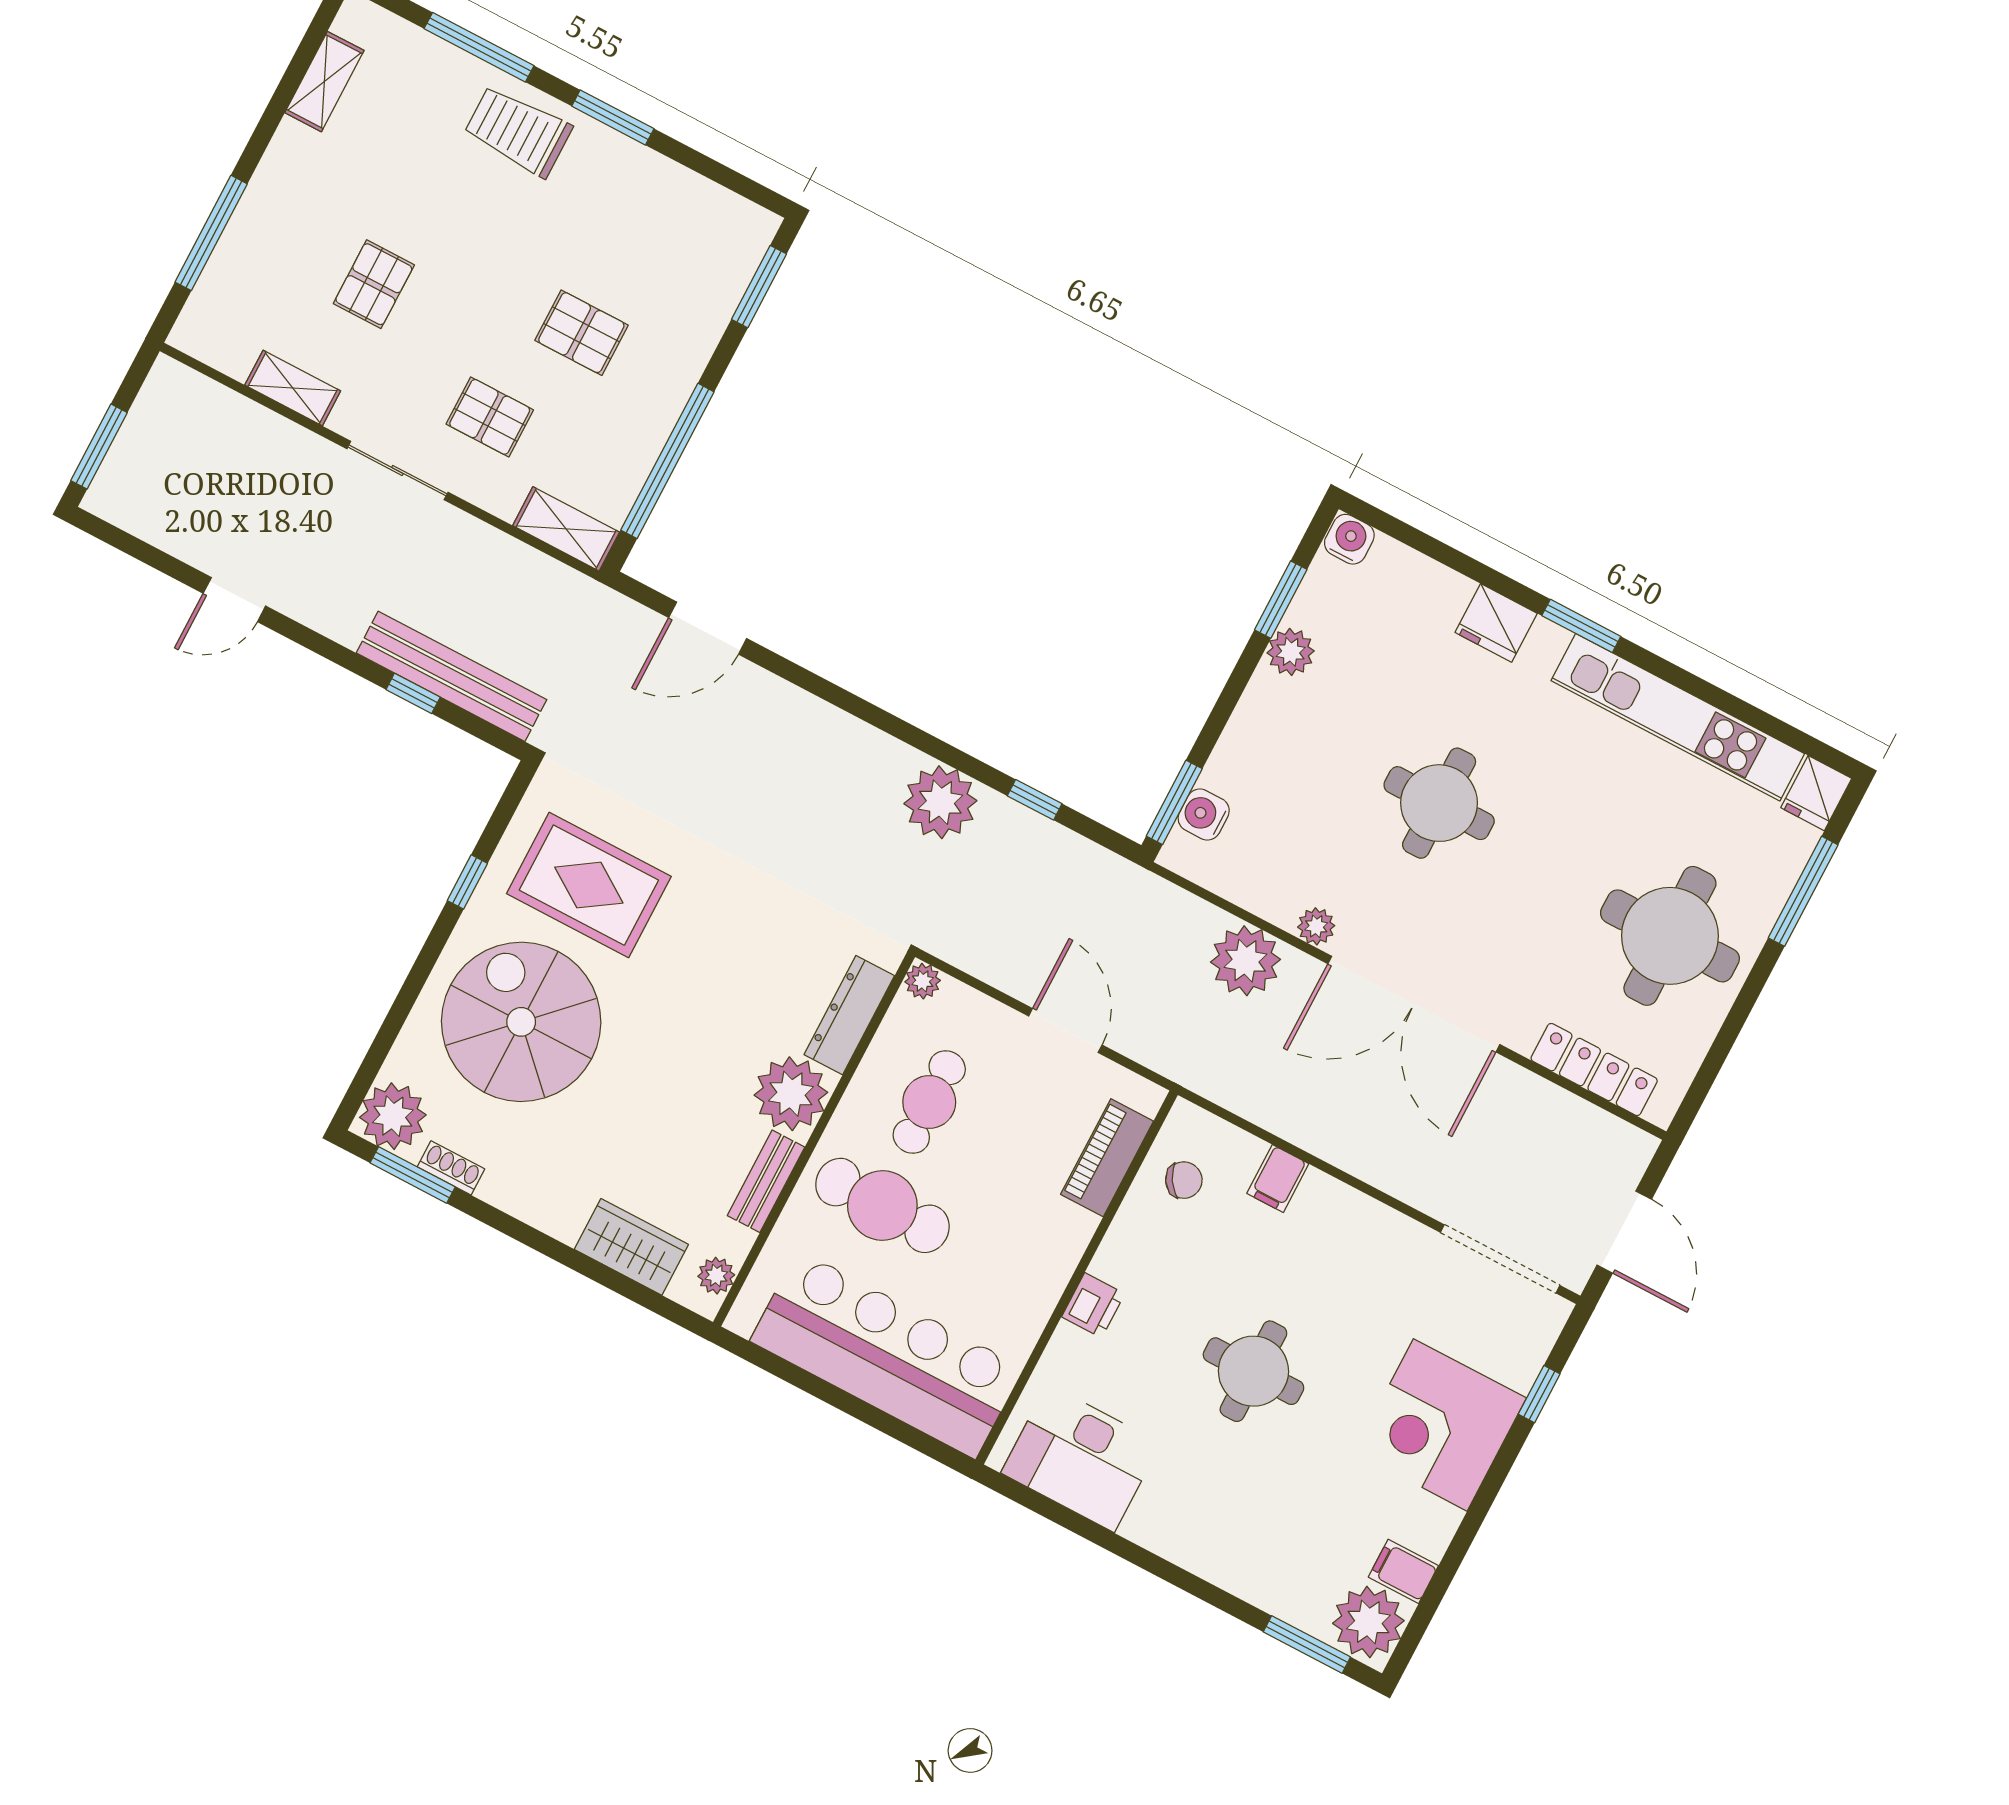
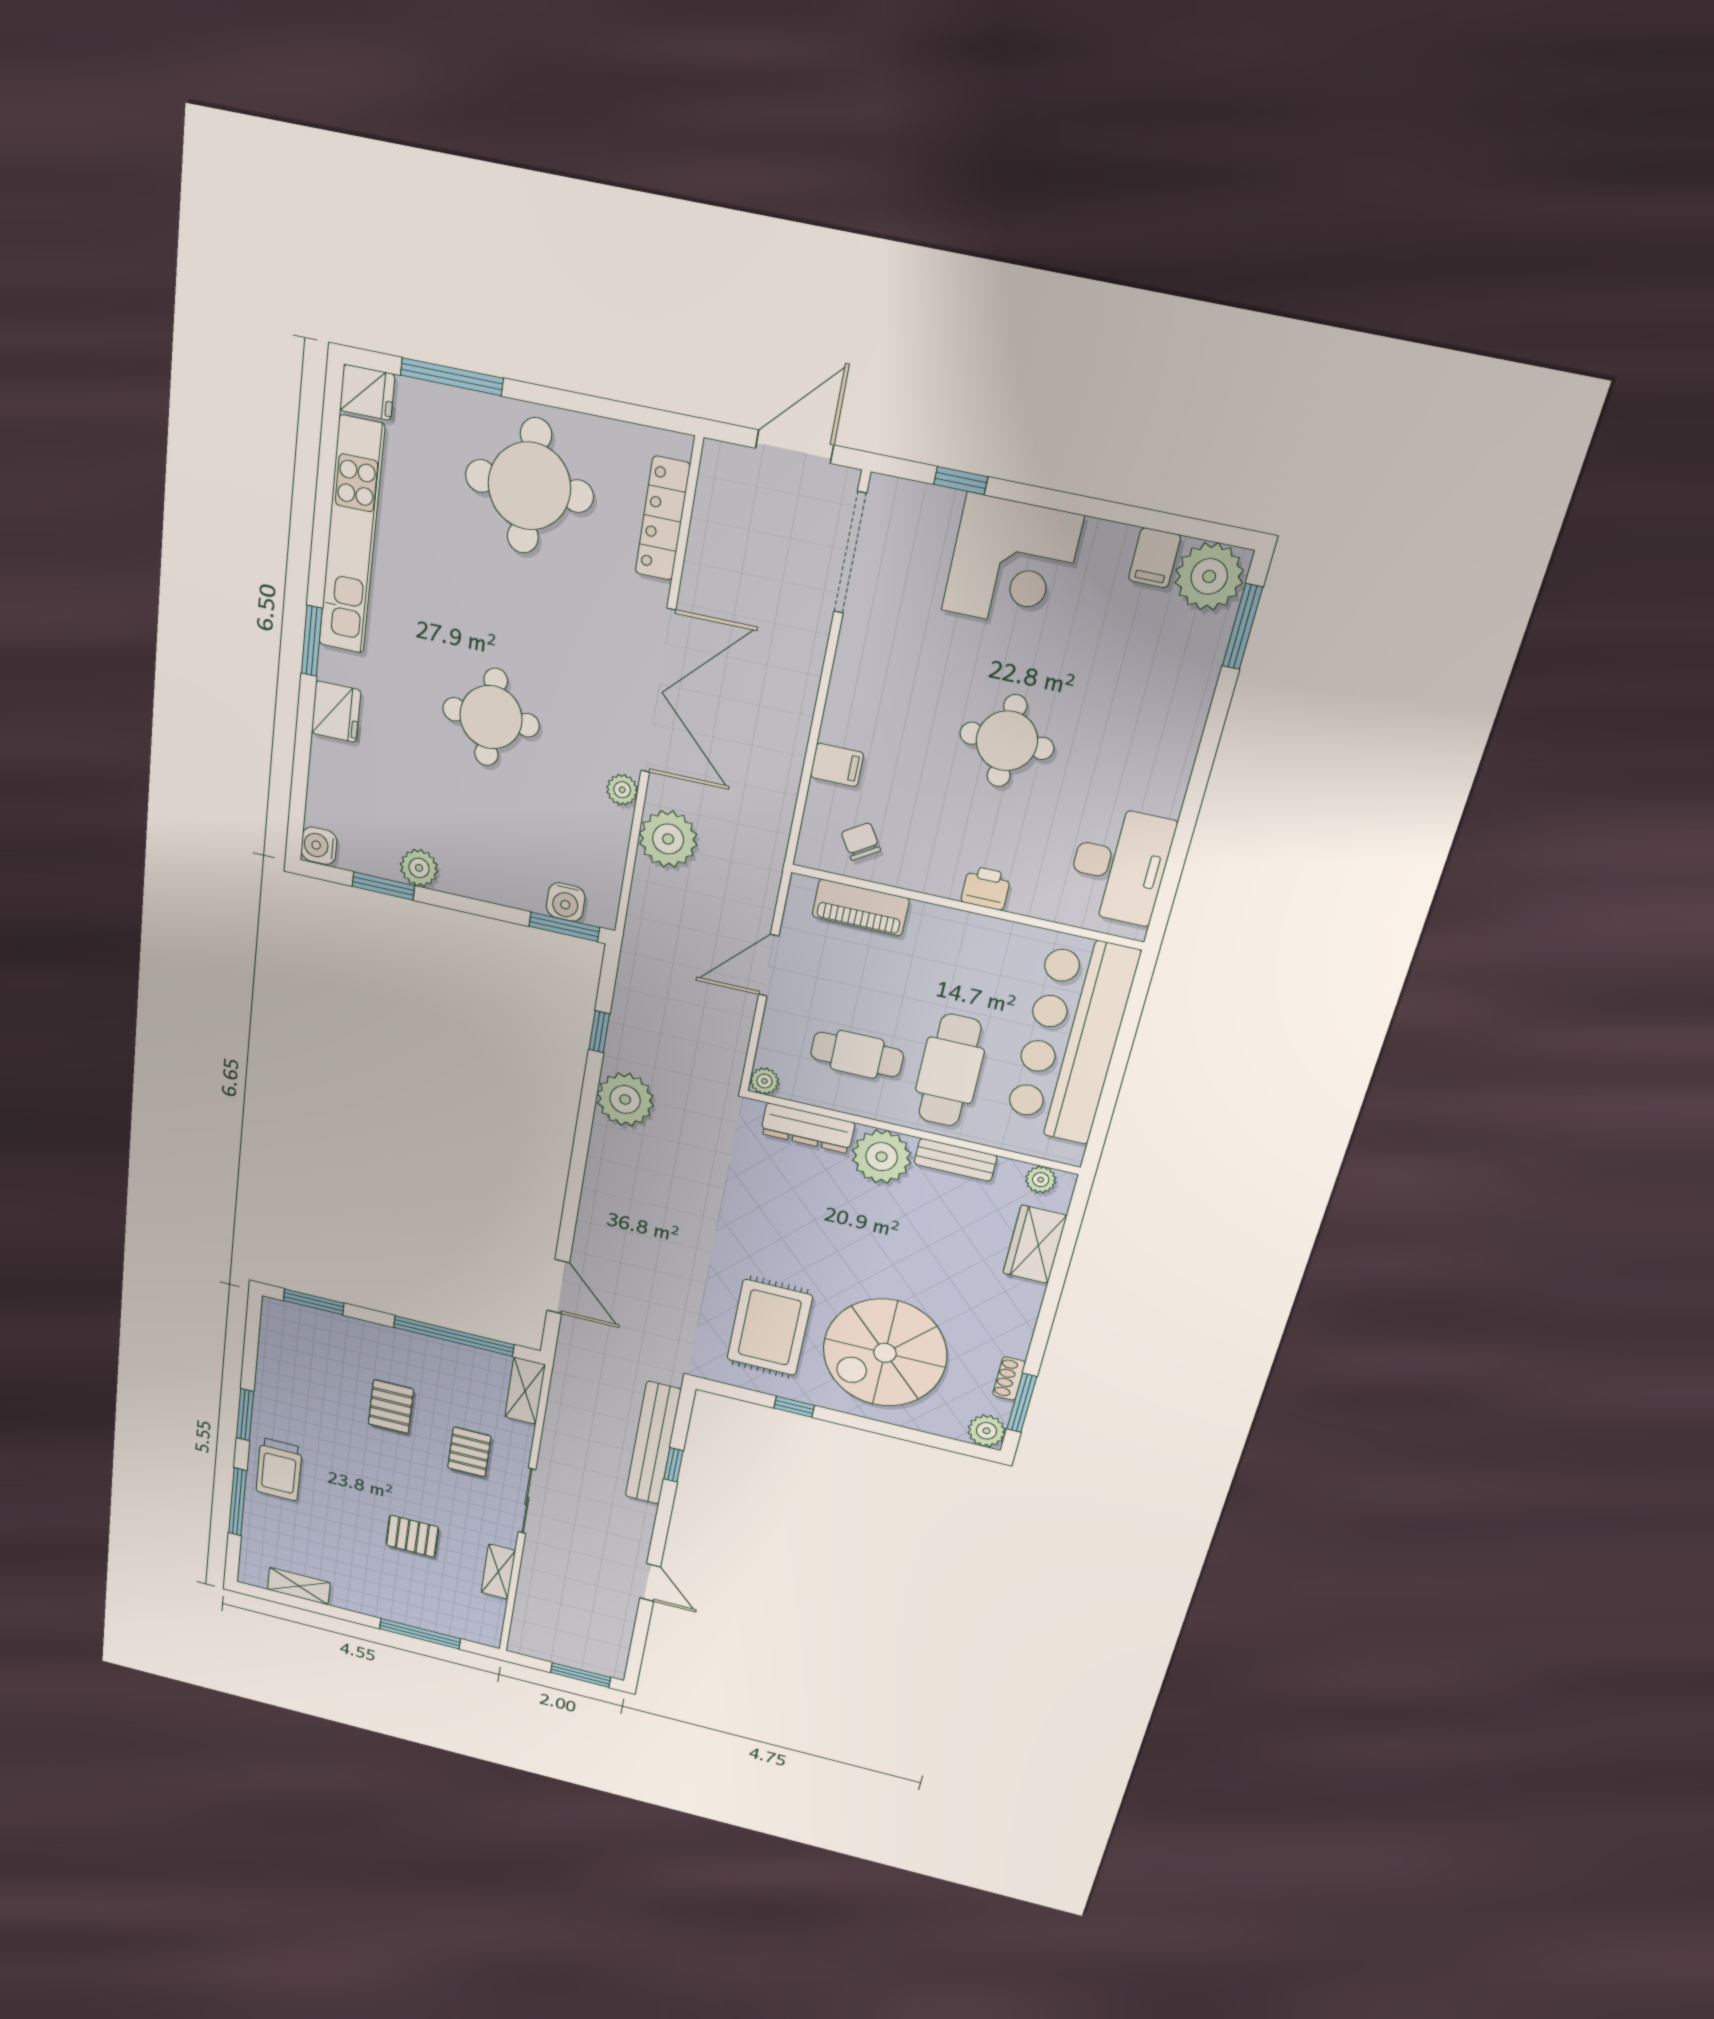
plant: (393, 1116) -> (987, 1431), width x0.73, depth x0.73

